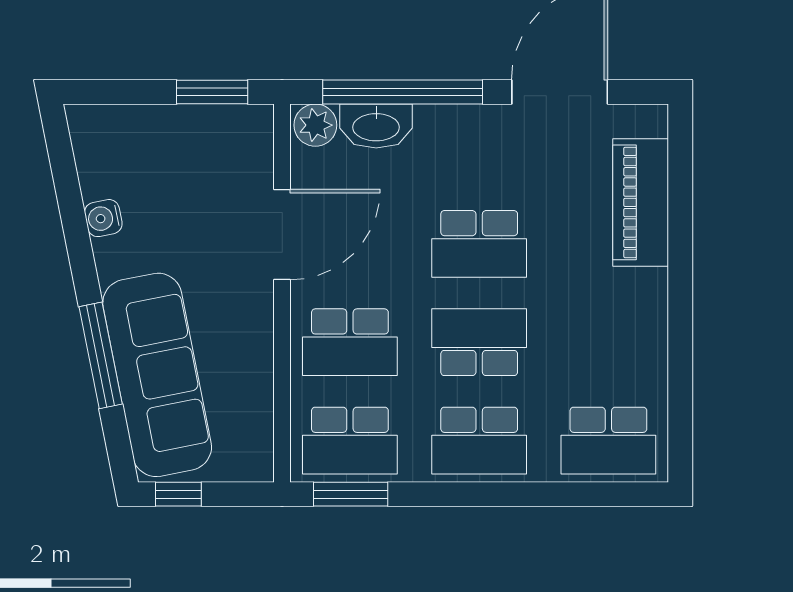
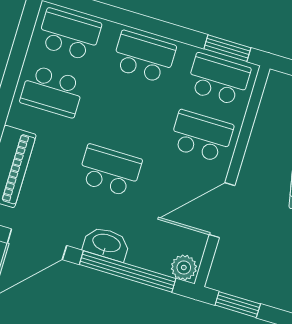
washbasin: (376, 126) -> (106, 244), moved
school desk: (479, 342) -> (52, 91), moved

